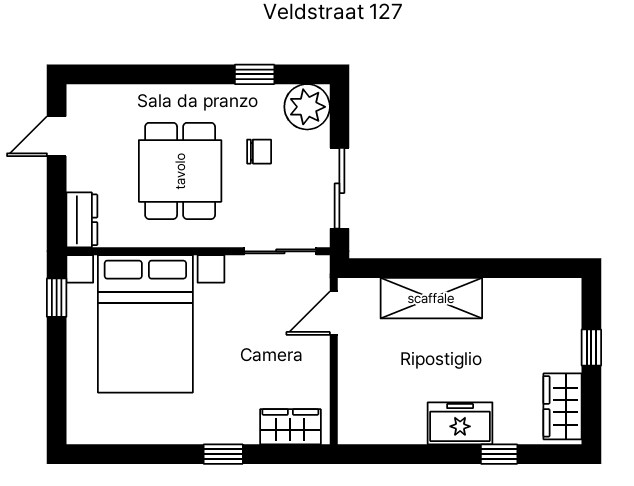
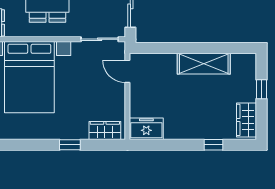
shelving: (431, 298) -> (204, 64), moved
door: (334, 313) -> (127, 71), hinge flipped
freezer: (460, 423) -> (146, 129), moved

